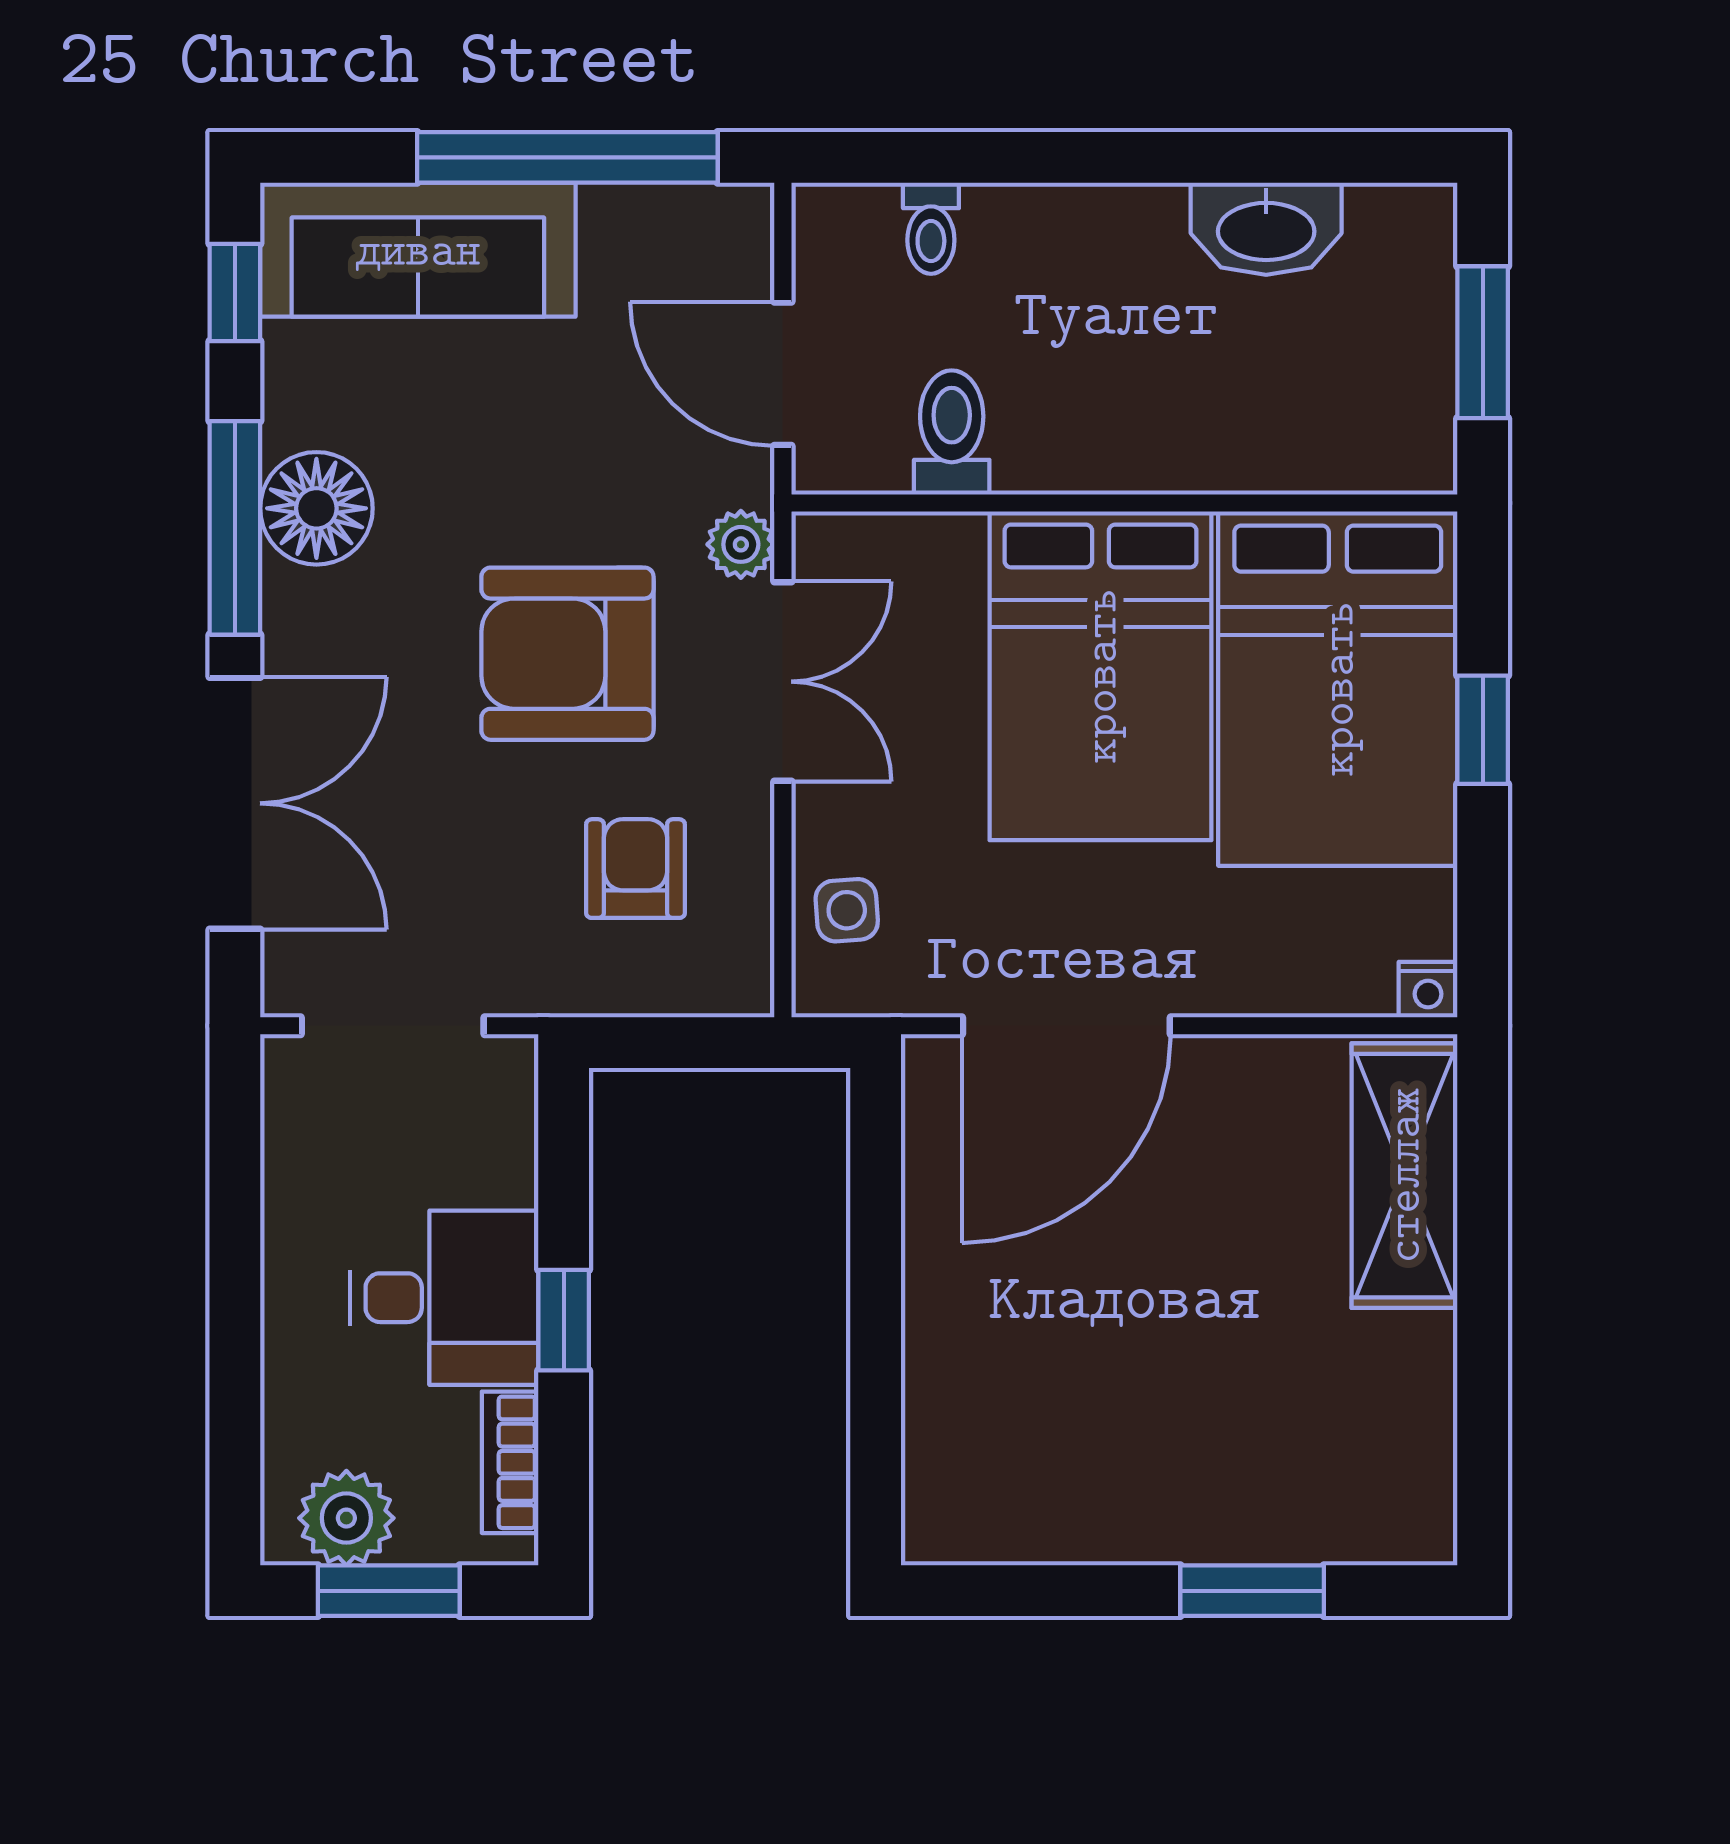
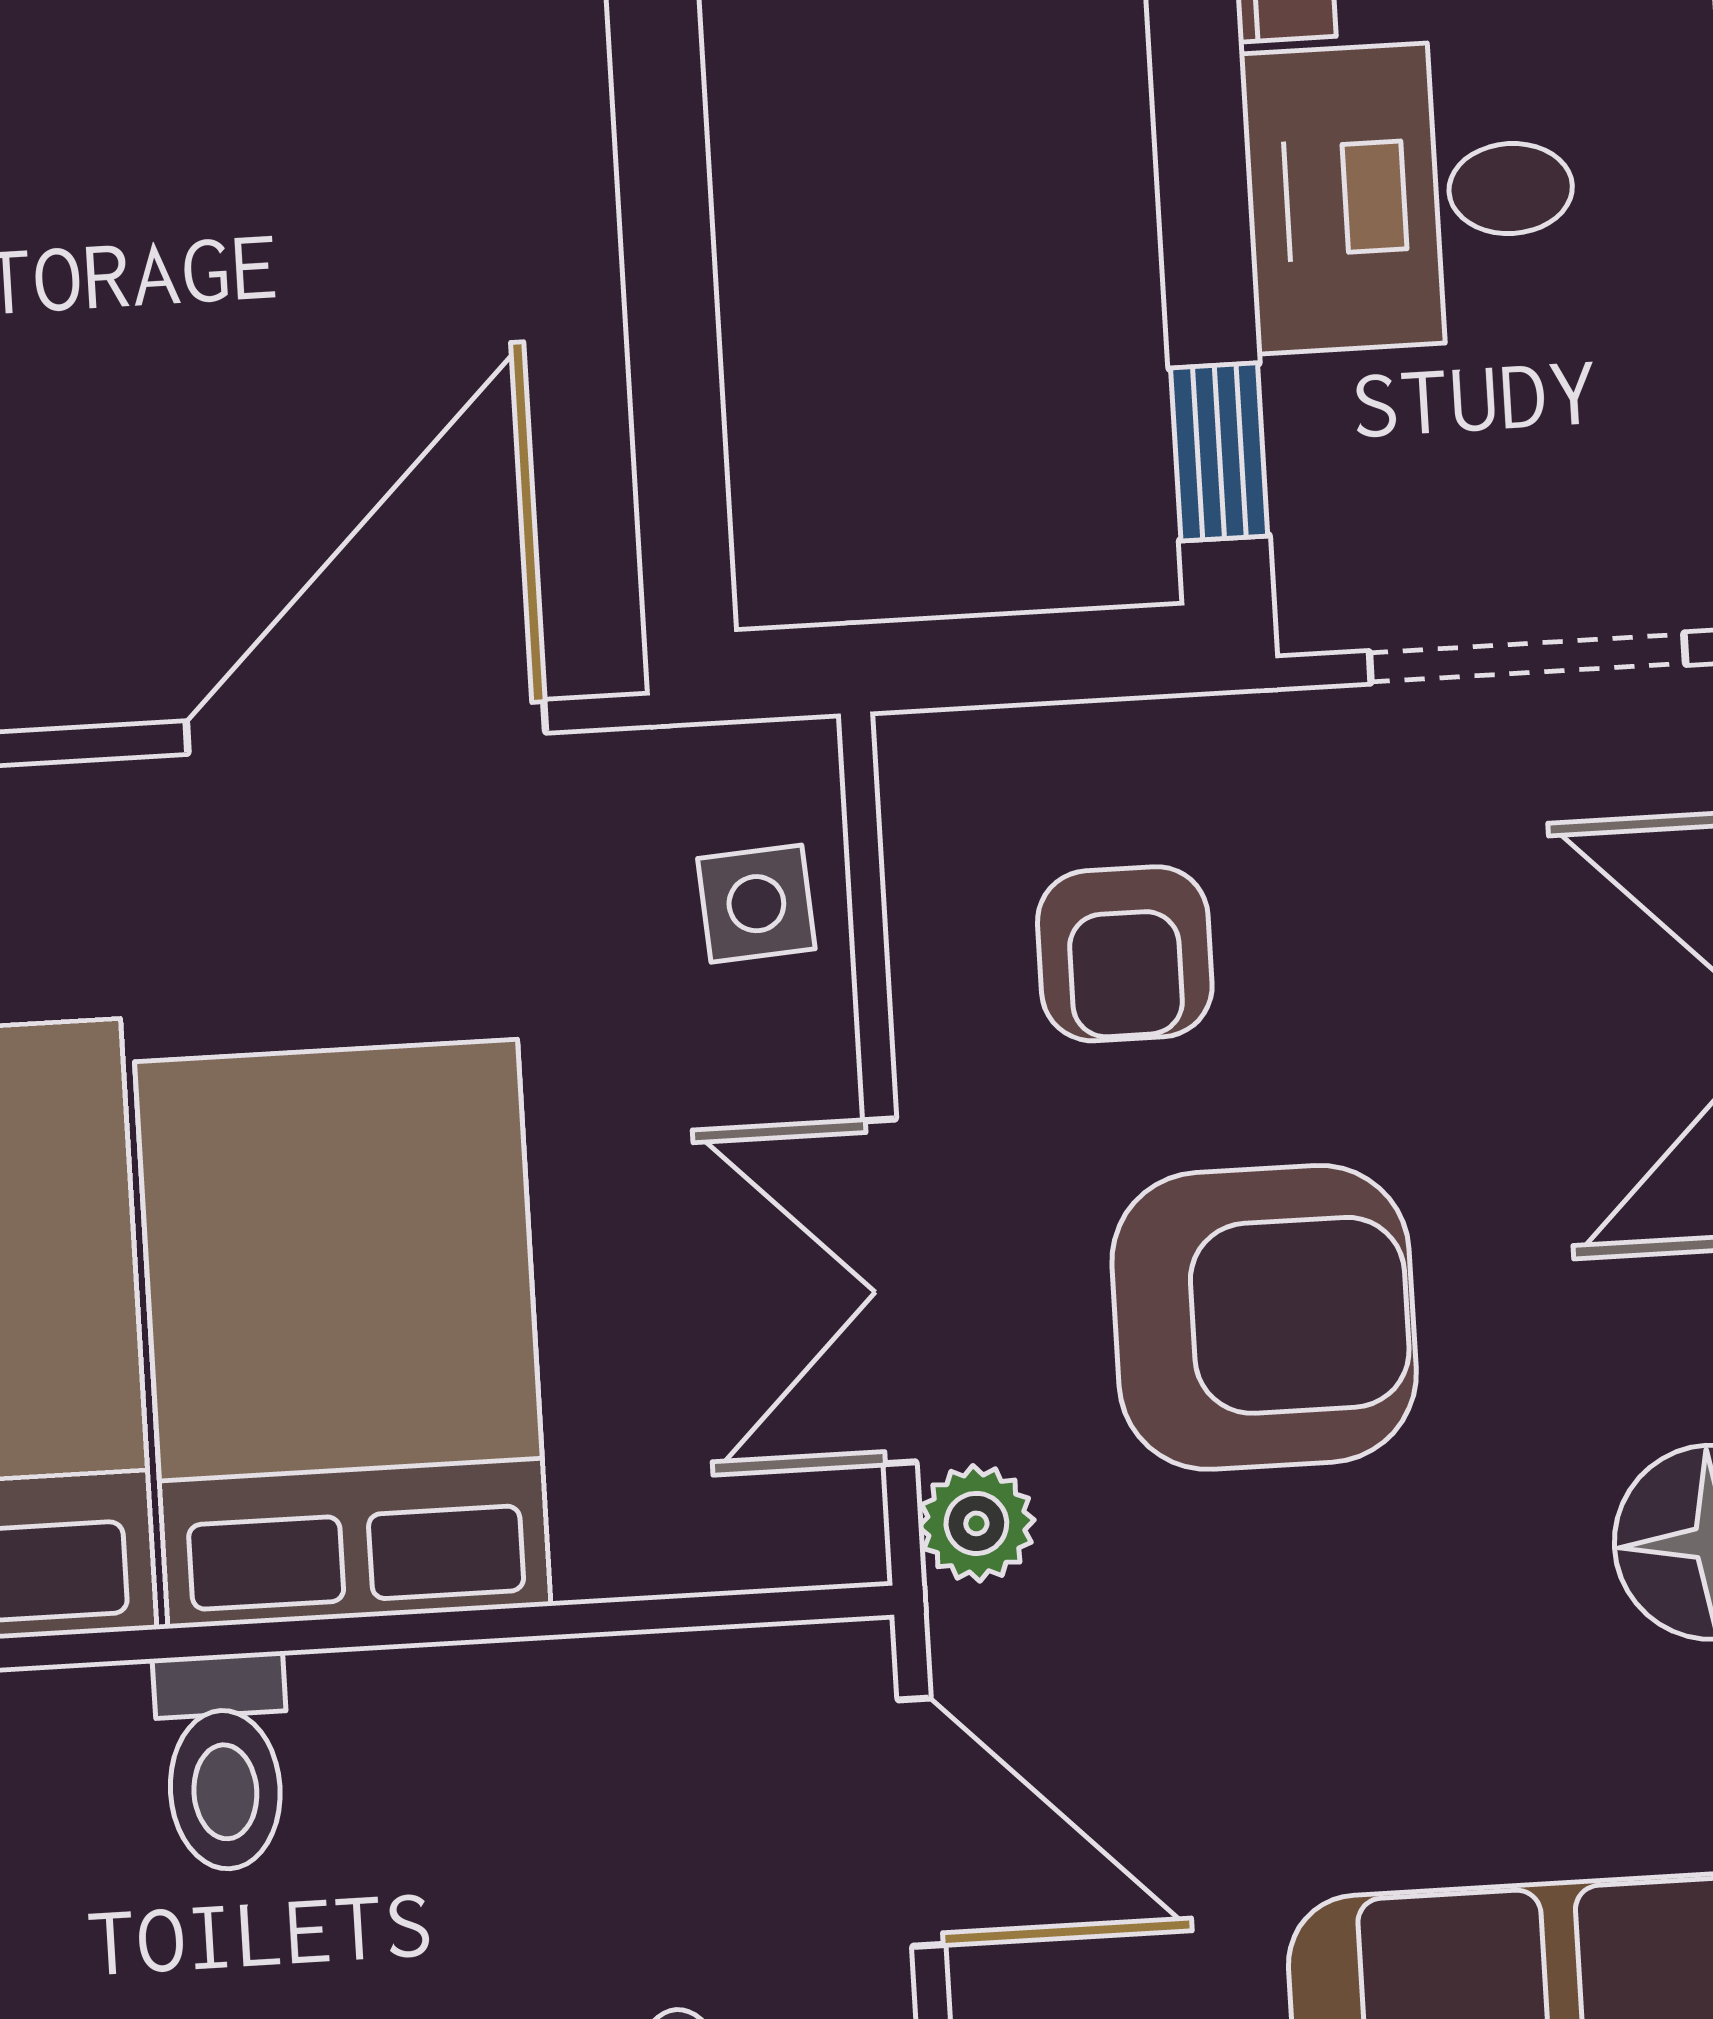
toilet: (952, 432) -> (224, 1762), moved
window: (564, 1320) -> (1219, 452), moved

